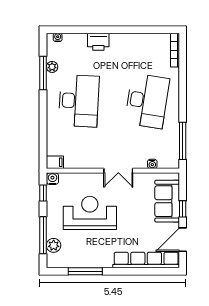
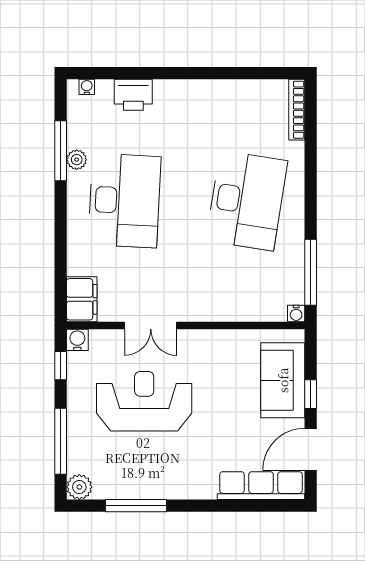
printer: (98, 42) -> (133, 95), moved
plant: (52, 67) -> (77, 160), moved
filing cabinet: (55, 162) -> (82, 299), width x2.00
water cooler: (152, 164) -> (296, 314), moved
double door: (118, 171) -> (151, 326), moved
plant: (54, 245) -> (79, 487), moved
row of seats: (146, 260) -> (261, 486), width x0.73

